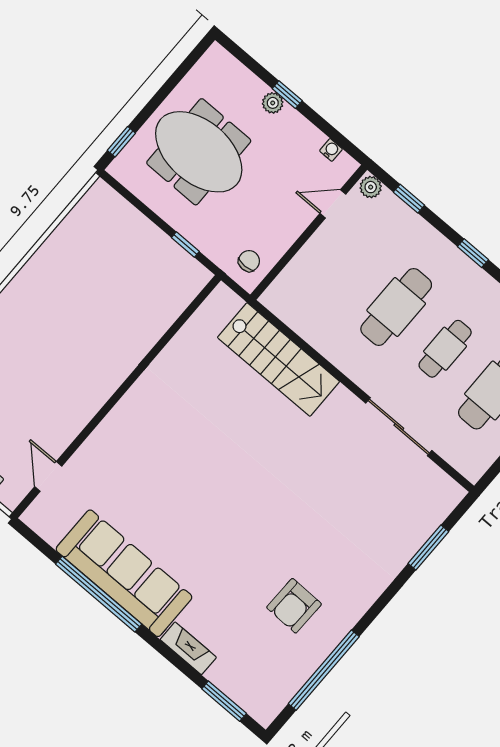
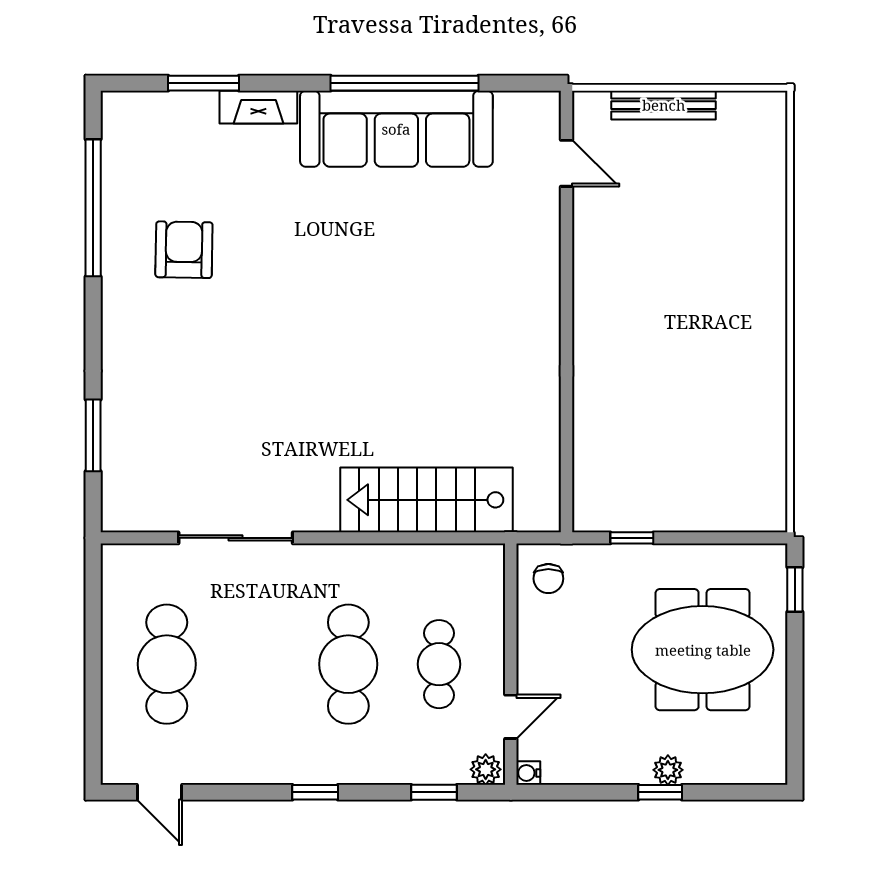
water cooler: (331, 150) -> (528, 773), moved, turned 90
cafe table: (445, 349) -> (439, 664), moved
window: (224, 701) -> (203, 83), moved

